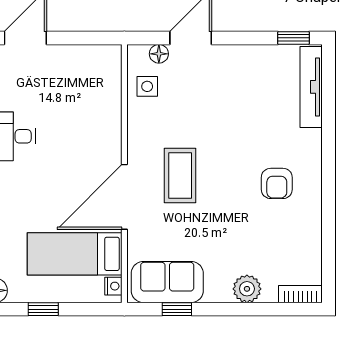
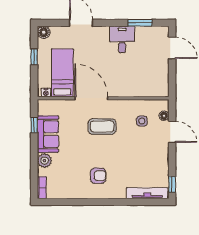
side table: (147, 86) -> (142, 121), moved
armchair: (277, 183) -> (98, 176), turned 180
sofa: (167, 282) -> (48, 134), moved

